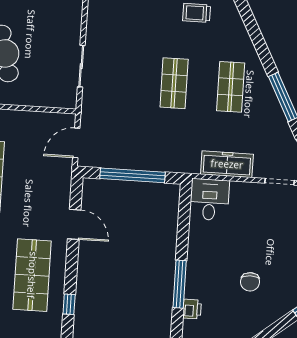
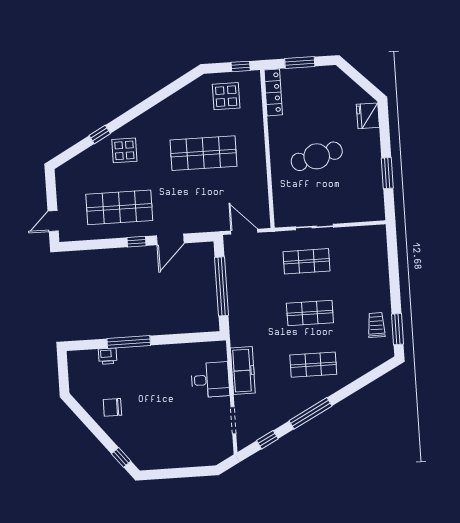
shop shelf: (117, 80) -> (306, 261), added
desk: (209, 200) -> (210, 380), moved
chair: (250, 282) -> (112, 407), moved
window: (69, 304) -> (137, 242), moved

